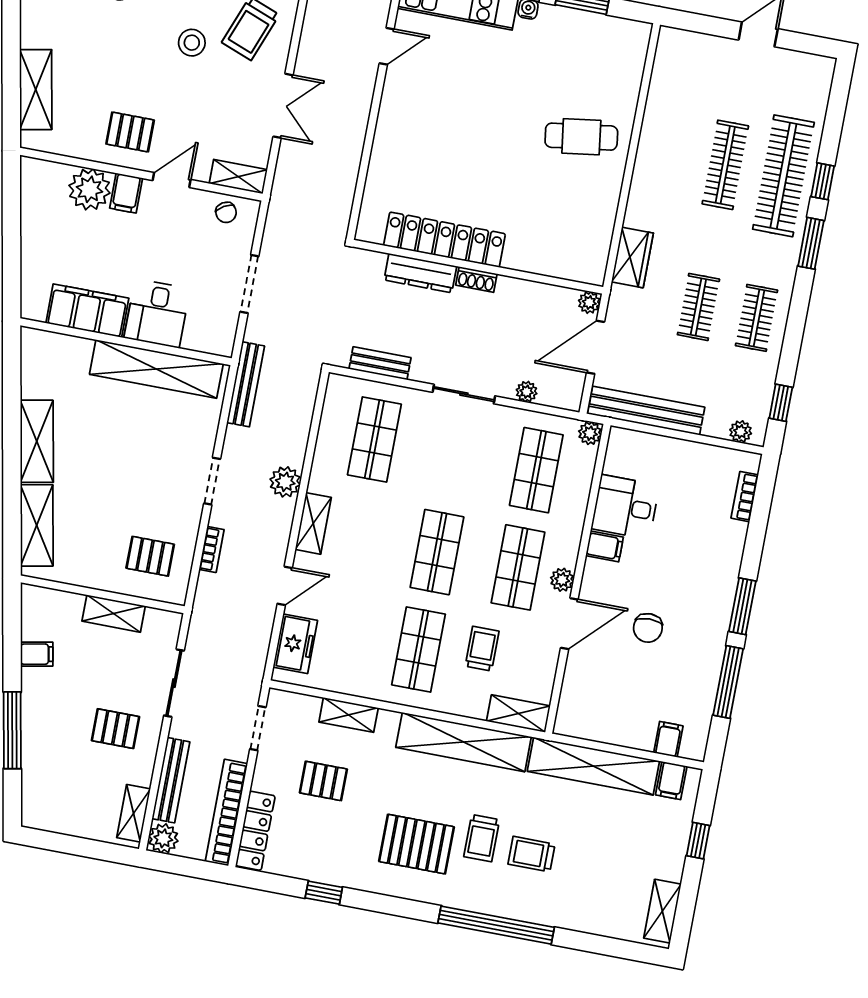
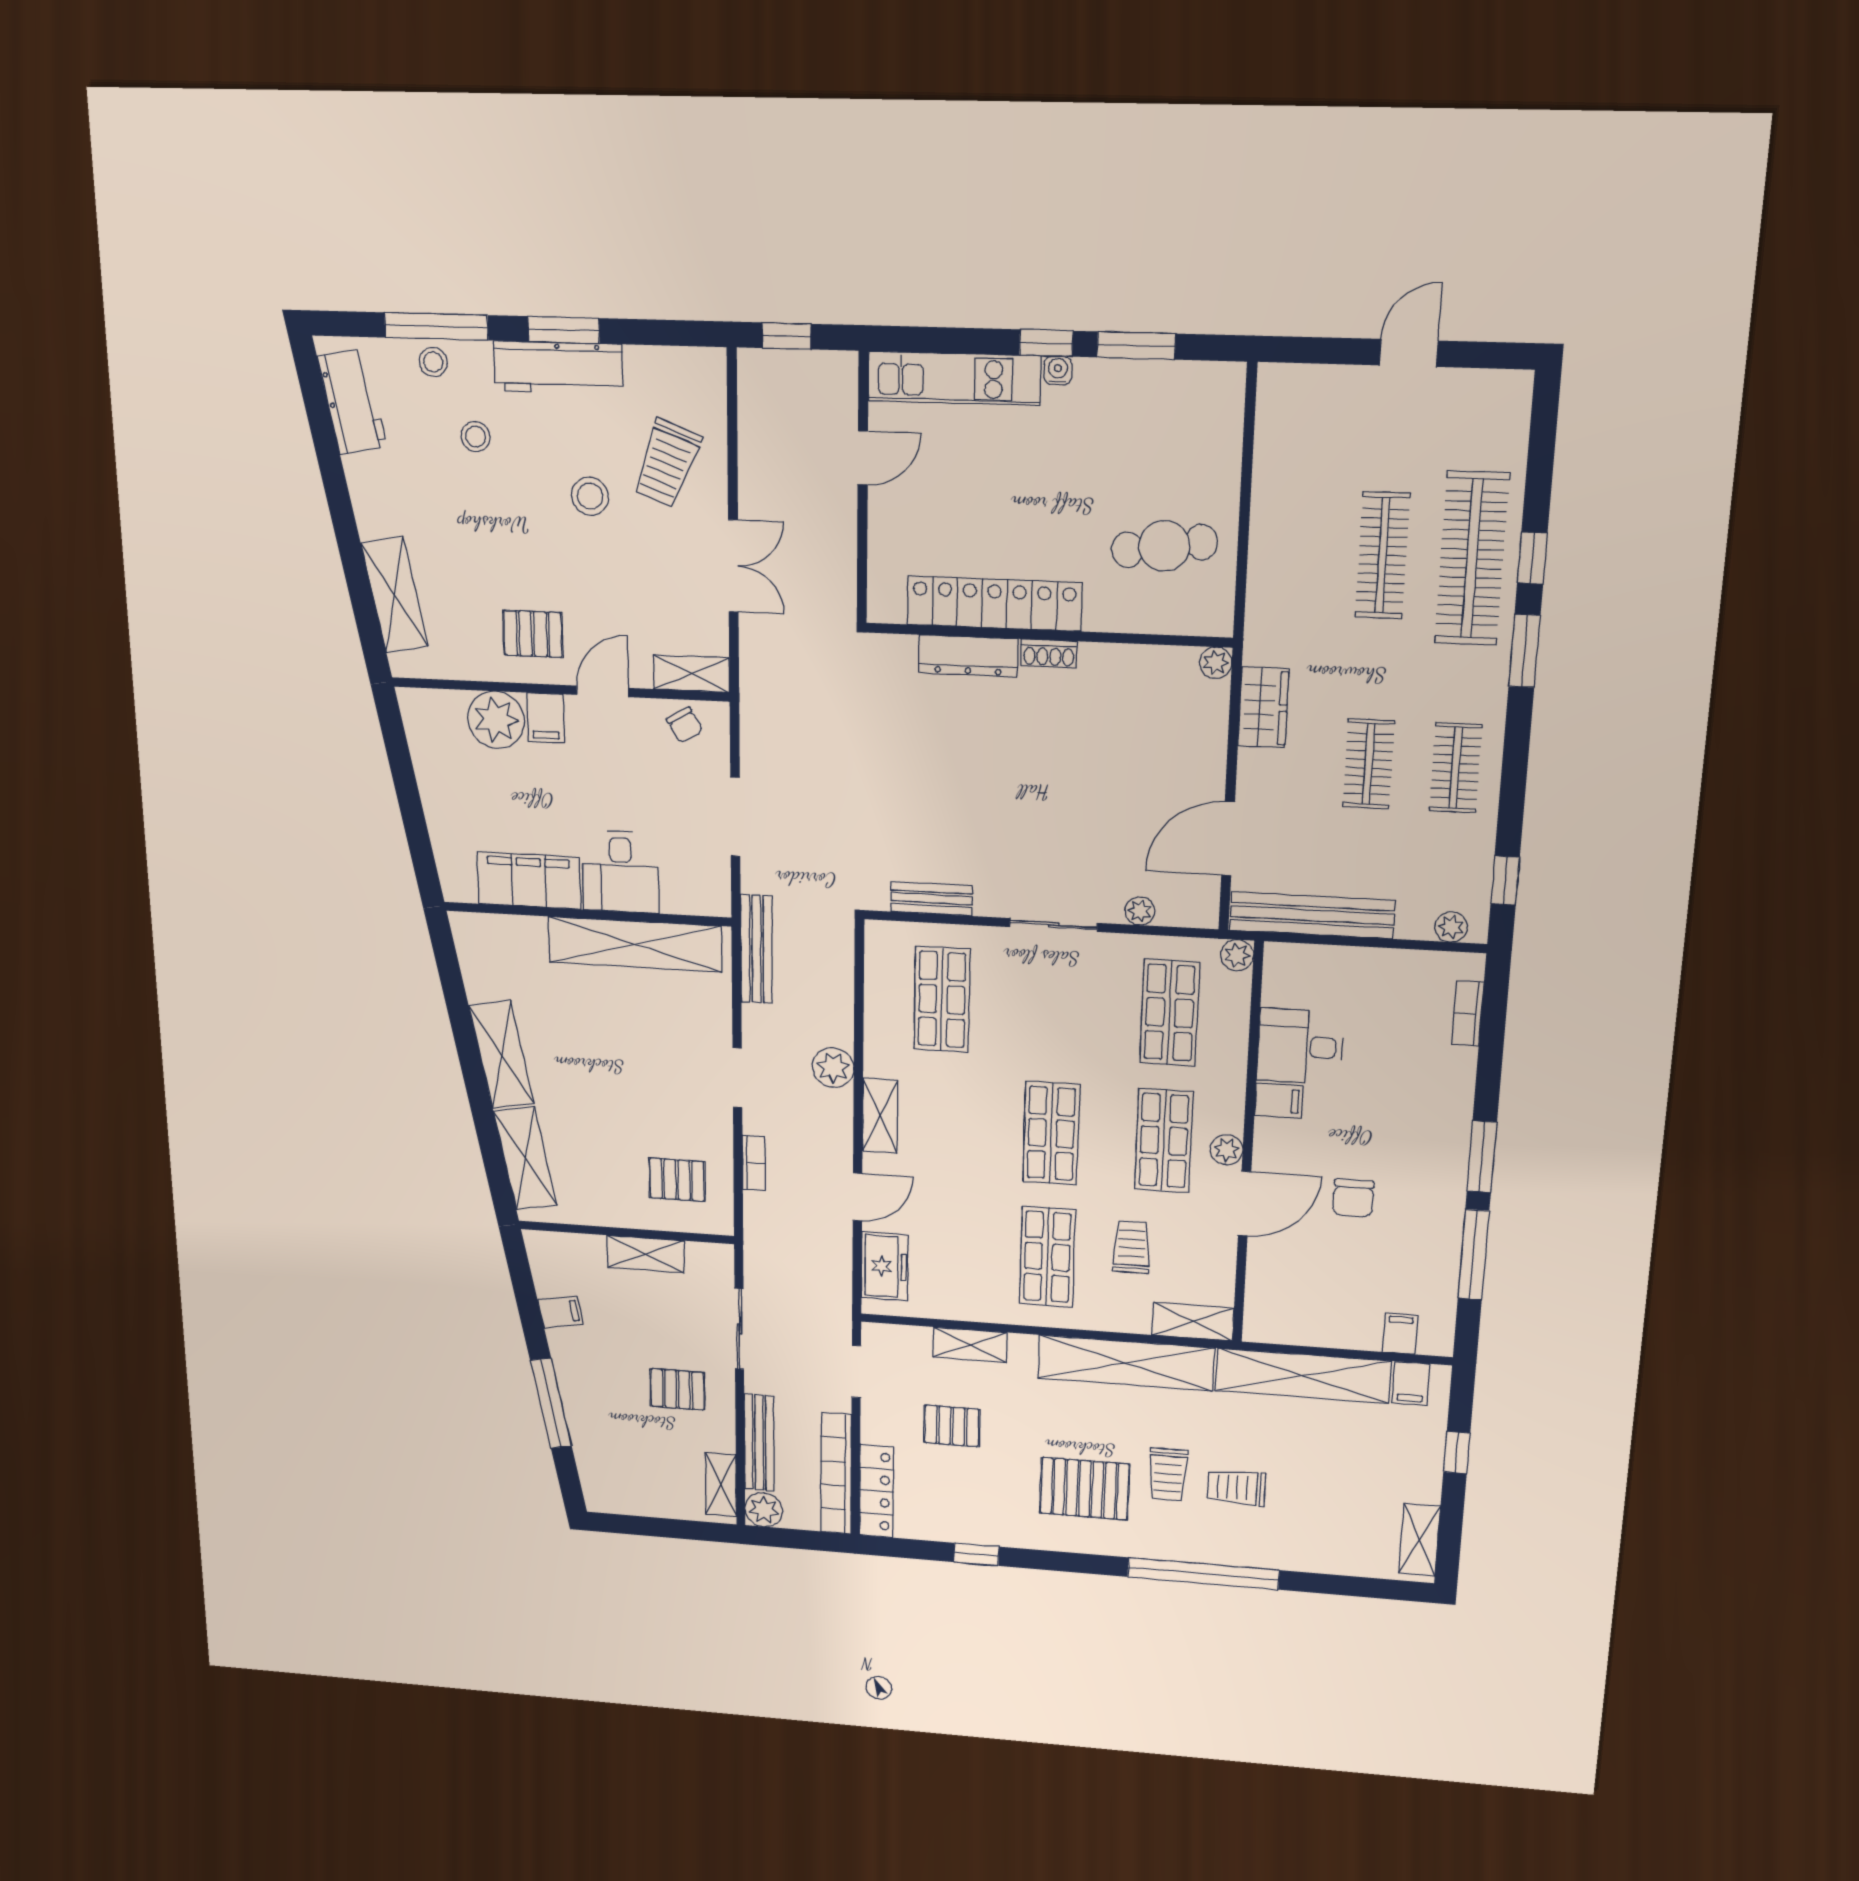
locker: (444, 240) -> (994, 604), moved
wall: (478, 267) -> (1048, 635), moved
dresser: (420, 273) -> (968, 656), moved
shoe rack: (476, 280) -> (1049, 653), moved
plant: (589, 303) -> (1216, 663), moved

